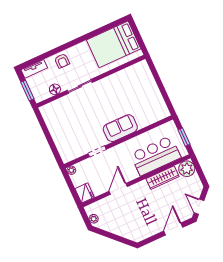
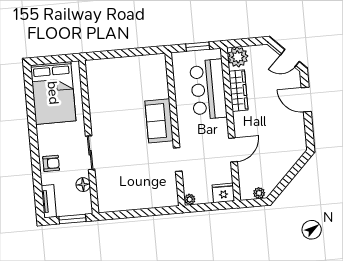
door: (118, 189) -> (233, 150), swing flipped

